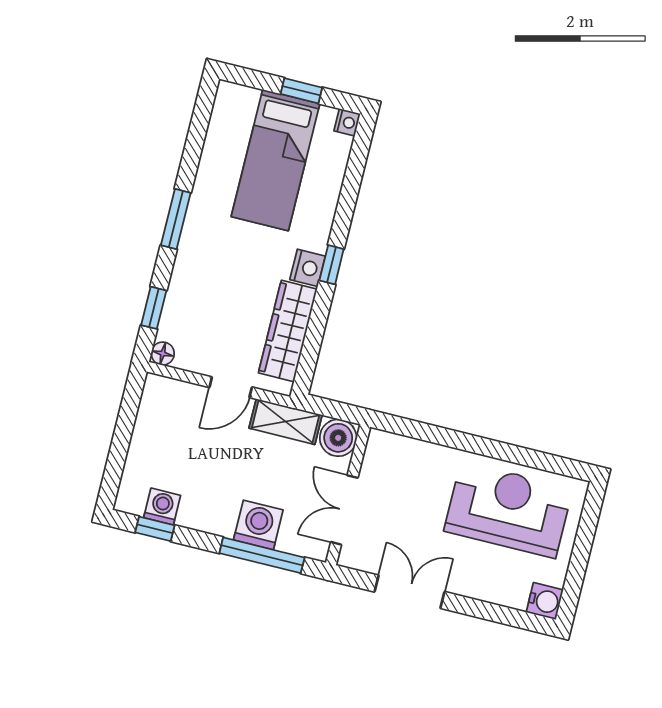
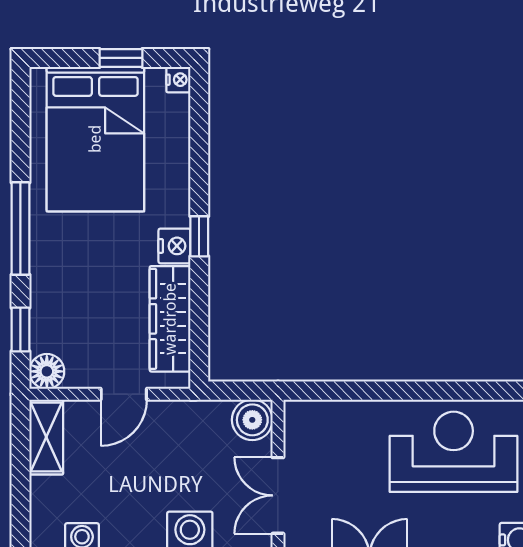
bed: (276, 160) -> (95, 139), width x1.50
window: (176, 219) -> (20, 229), width x1.44
floor lamp: (163, 354) -> (47, 371), width x1.37, depth x1.37
shelving: (286, 422) -> (46, 437), moved, turned 90

